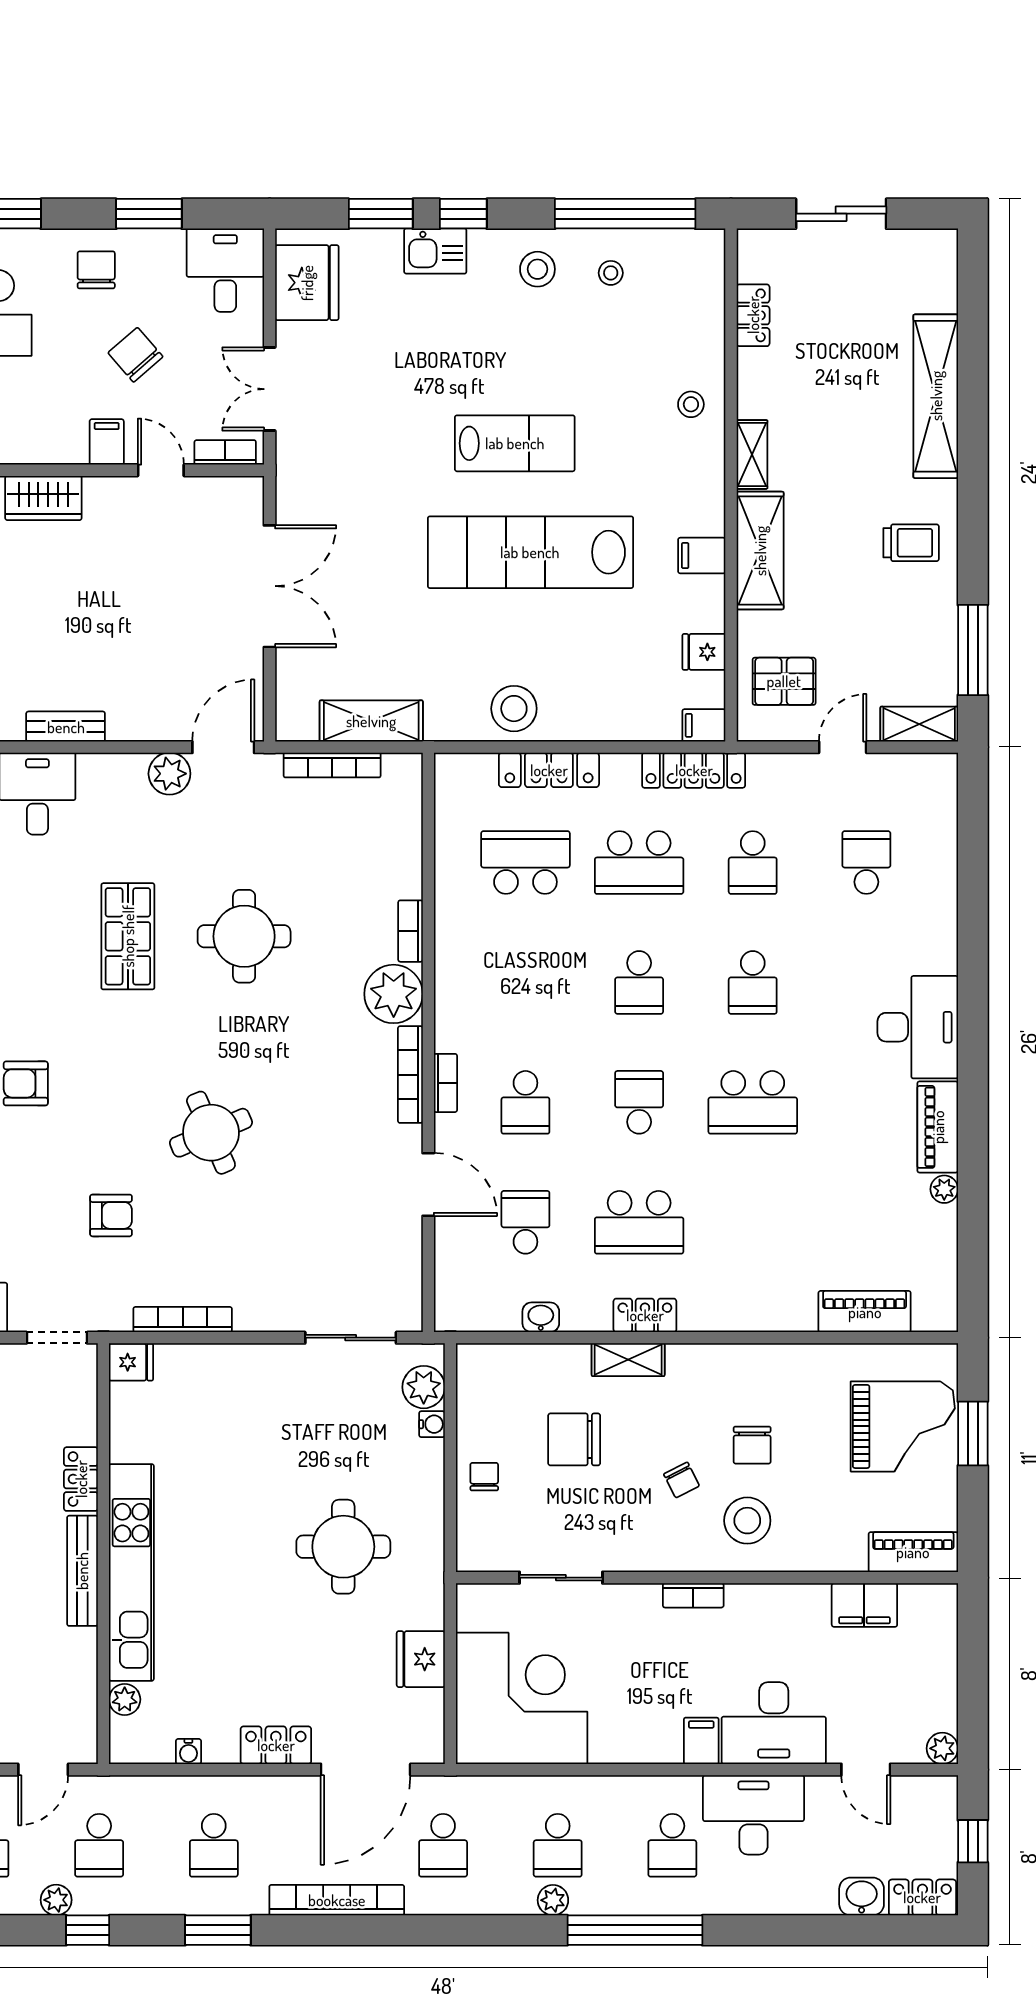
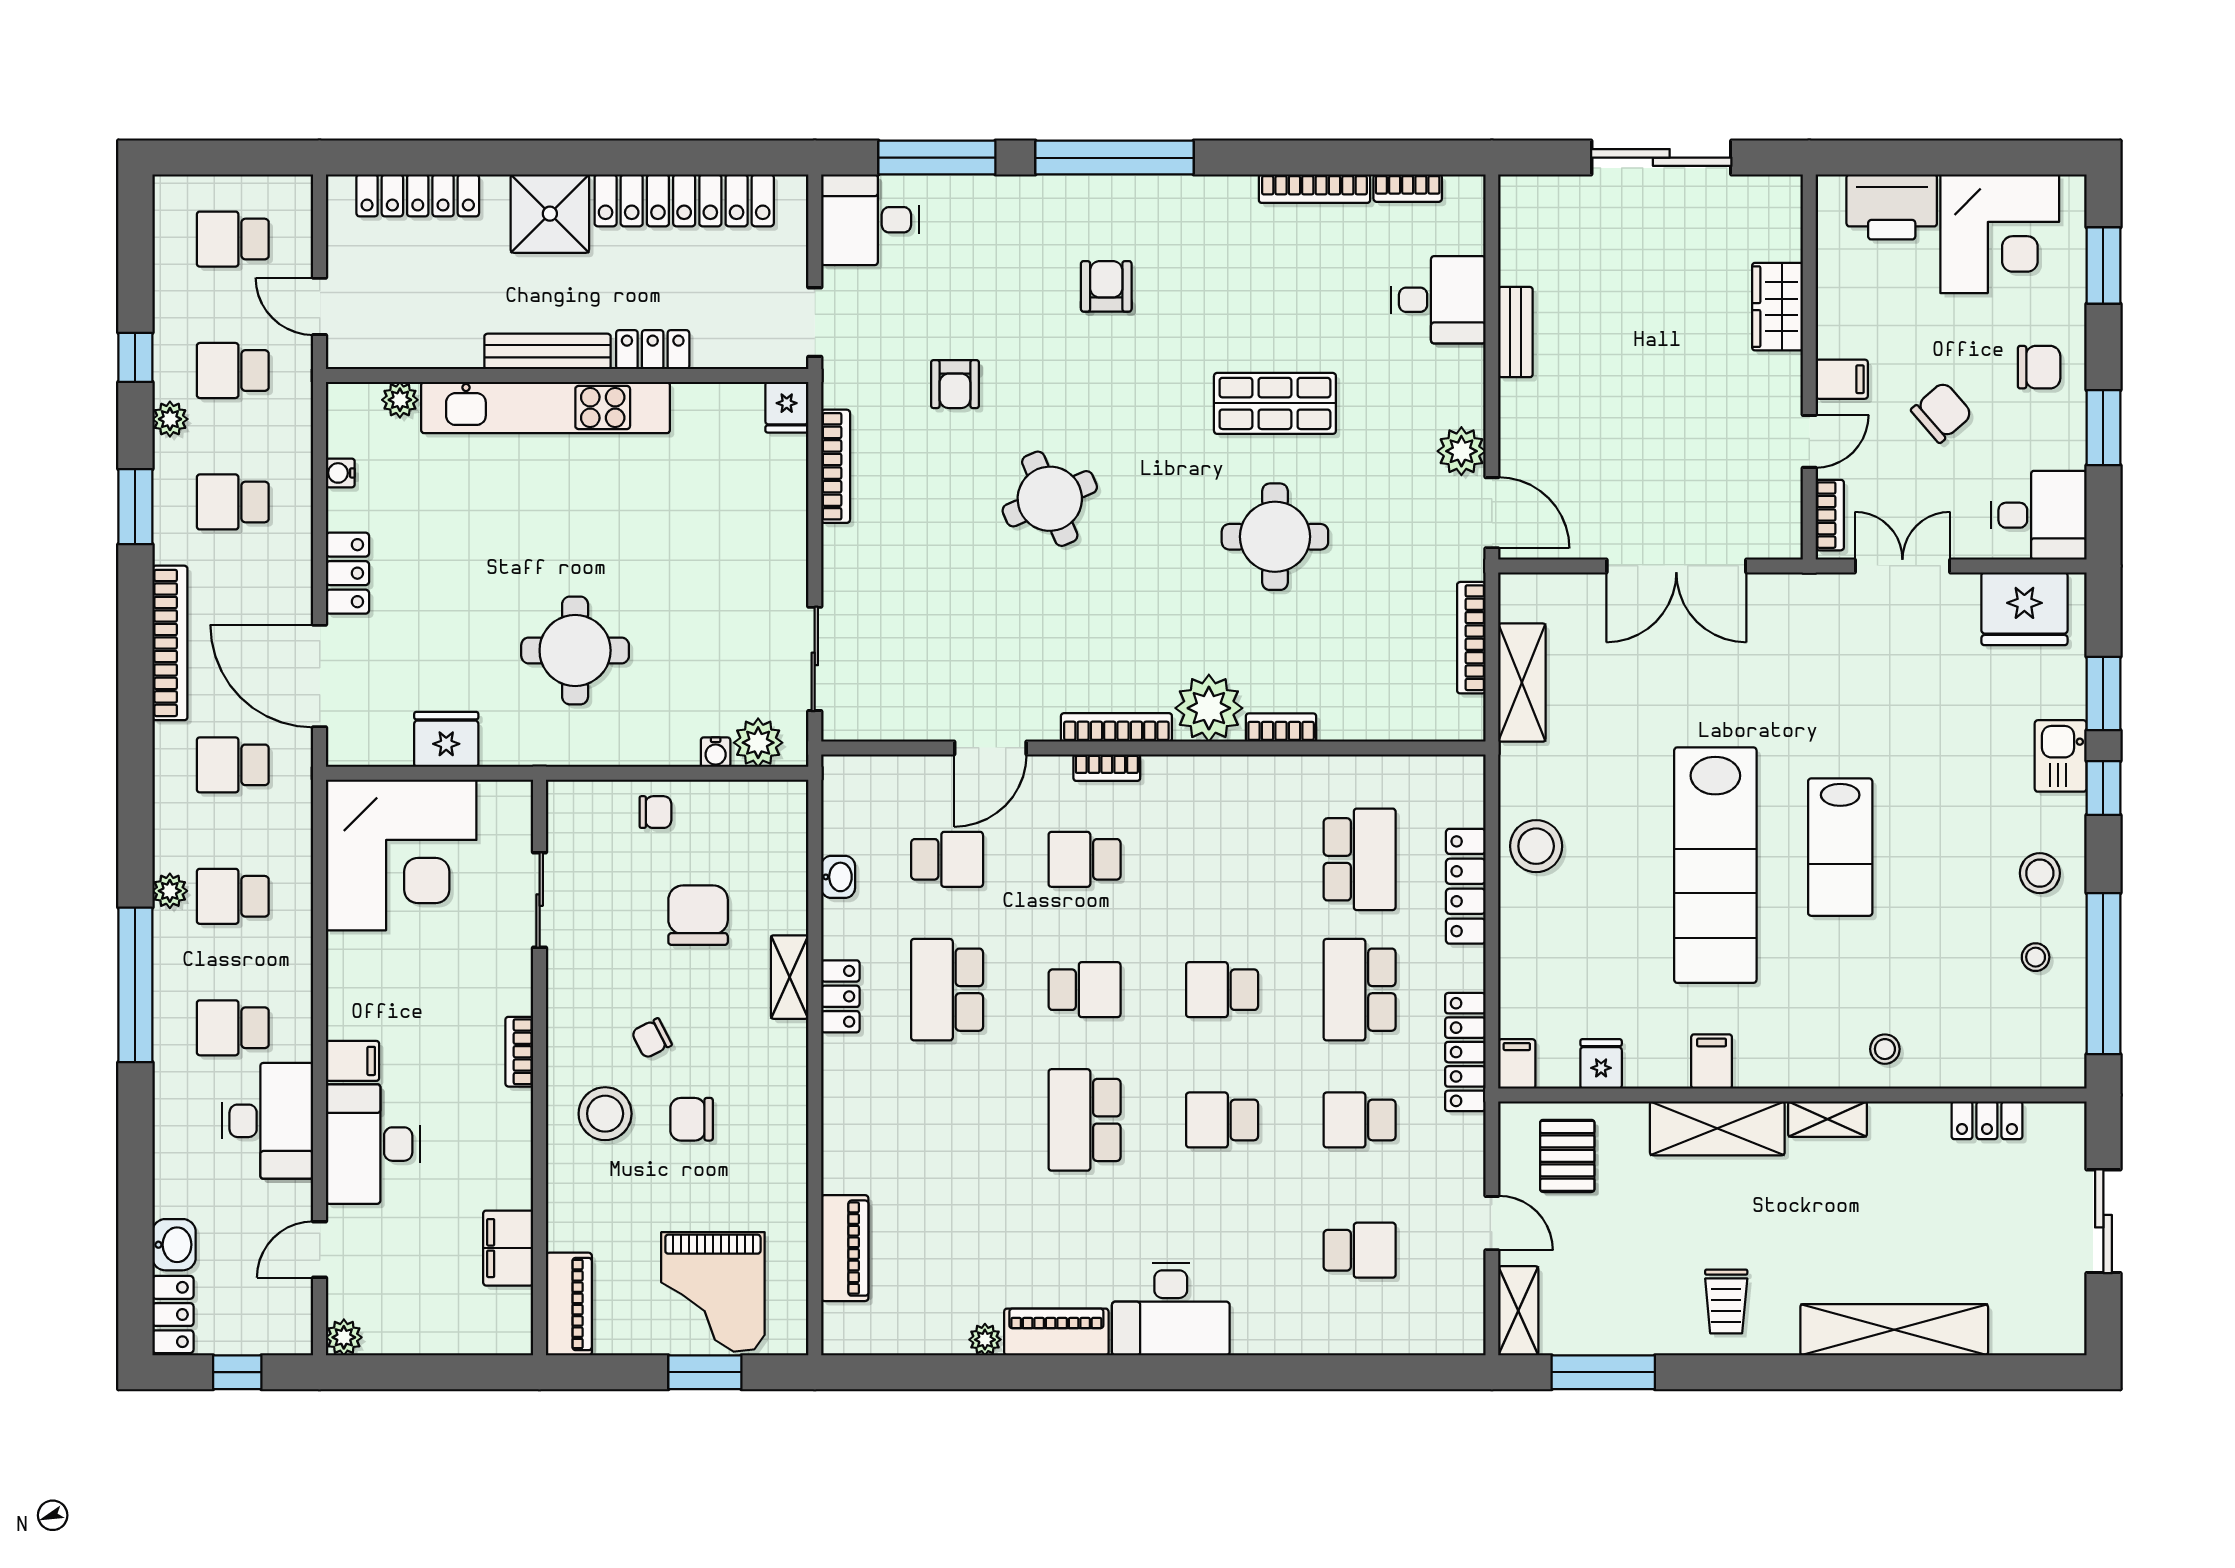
lab bench: (530, 552) -> (1715, 865), turned 180
plant: (56, 1900) -> (170, 419), moved

